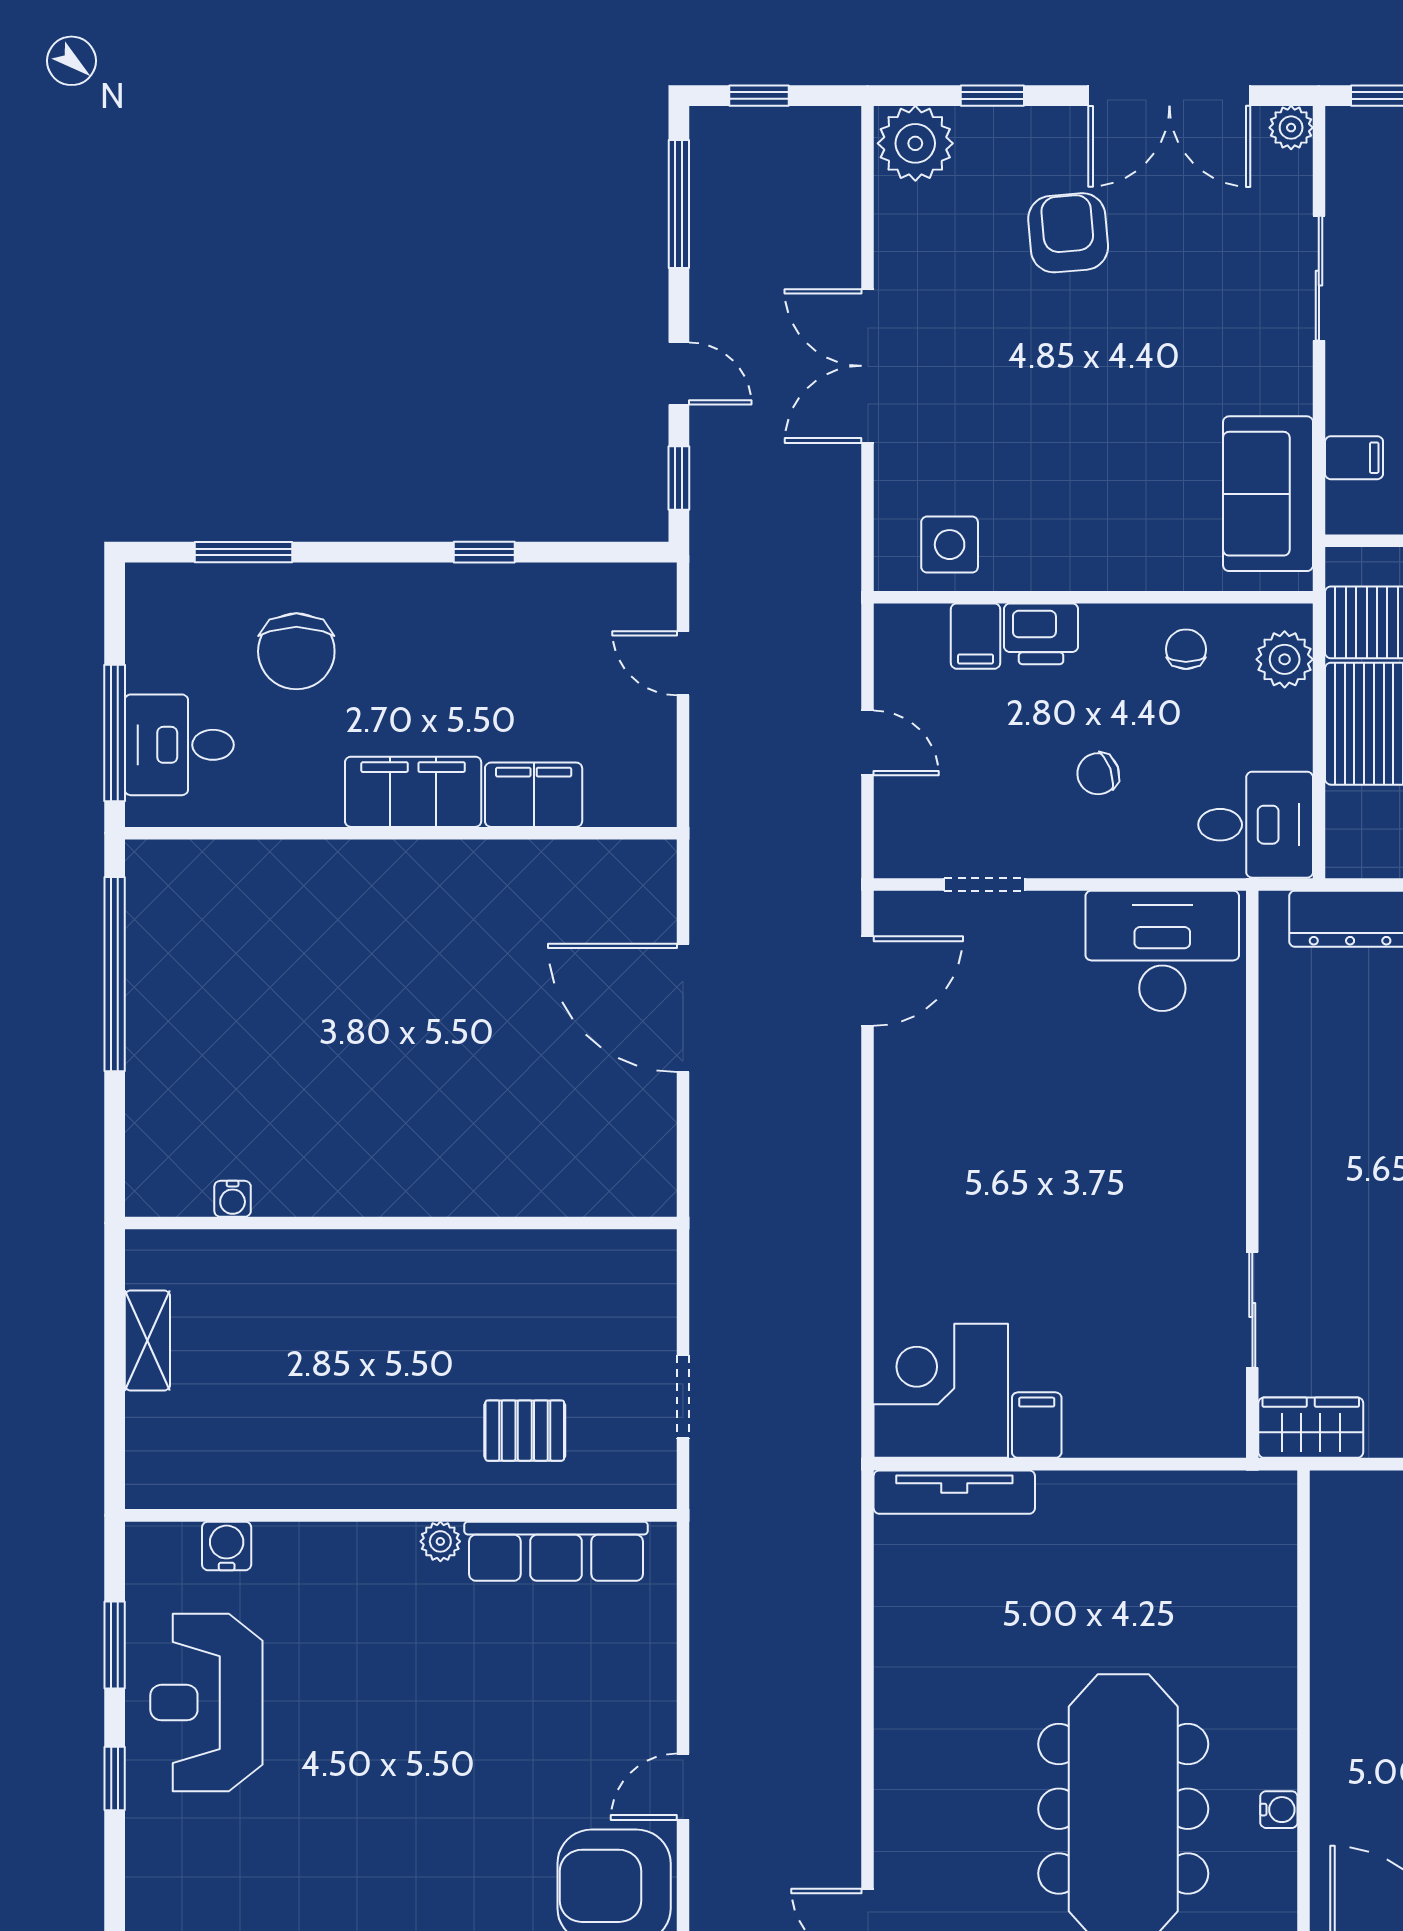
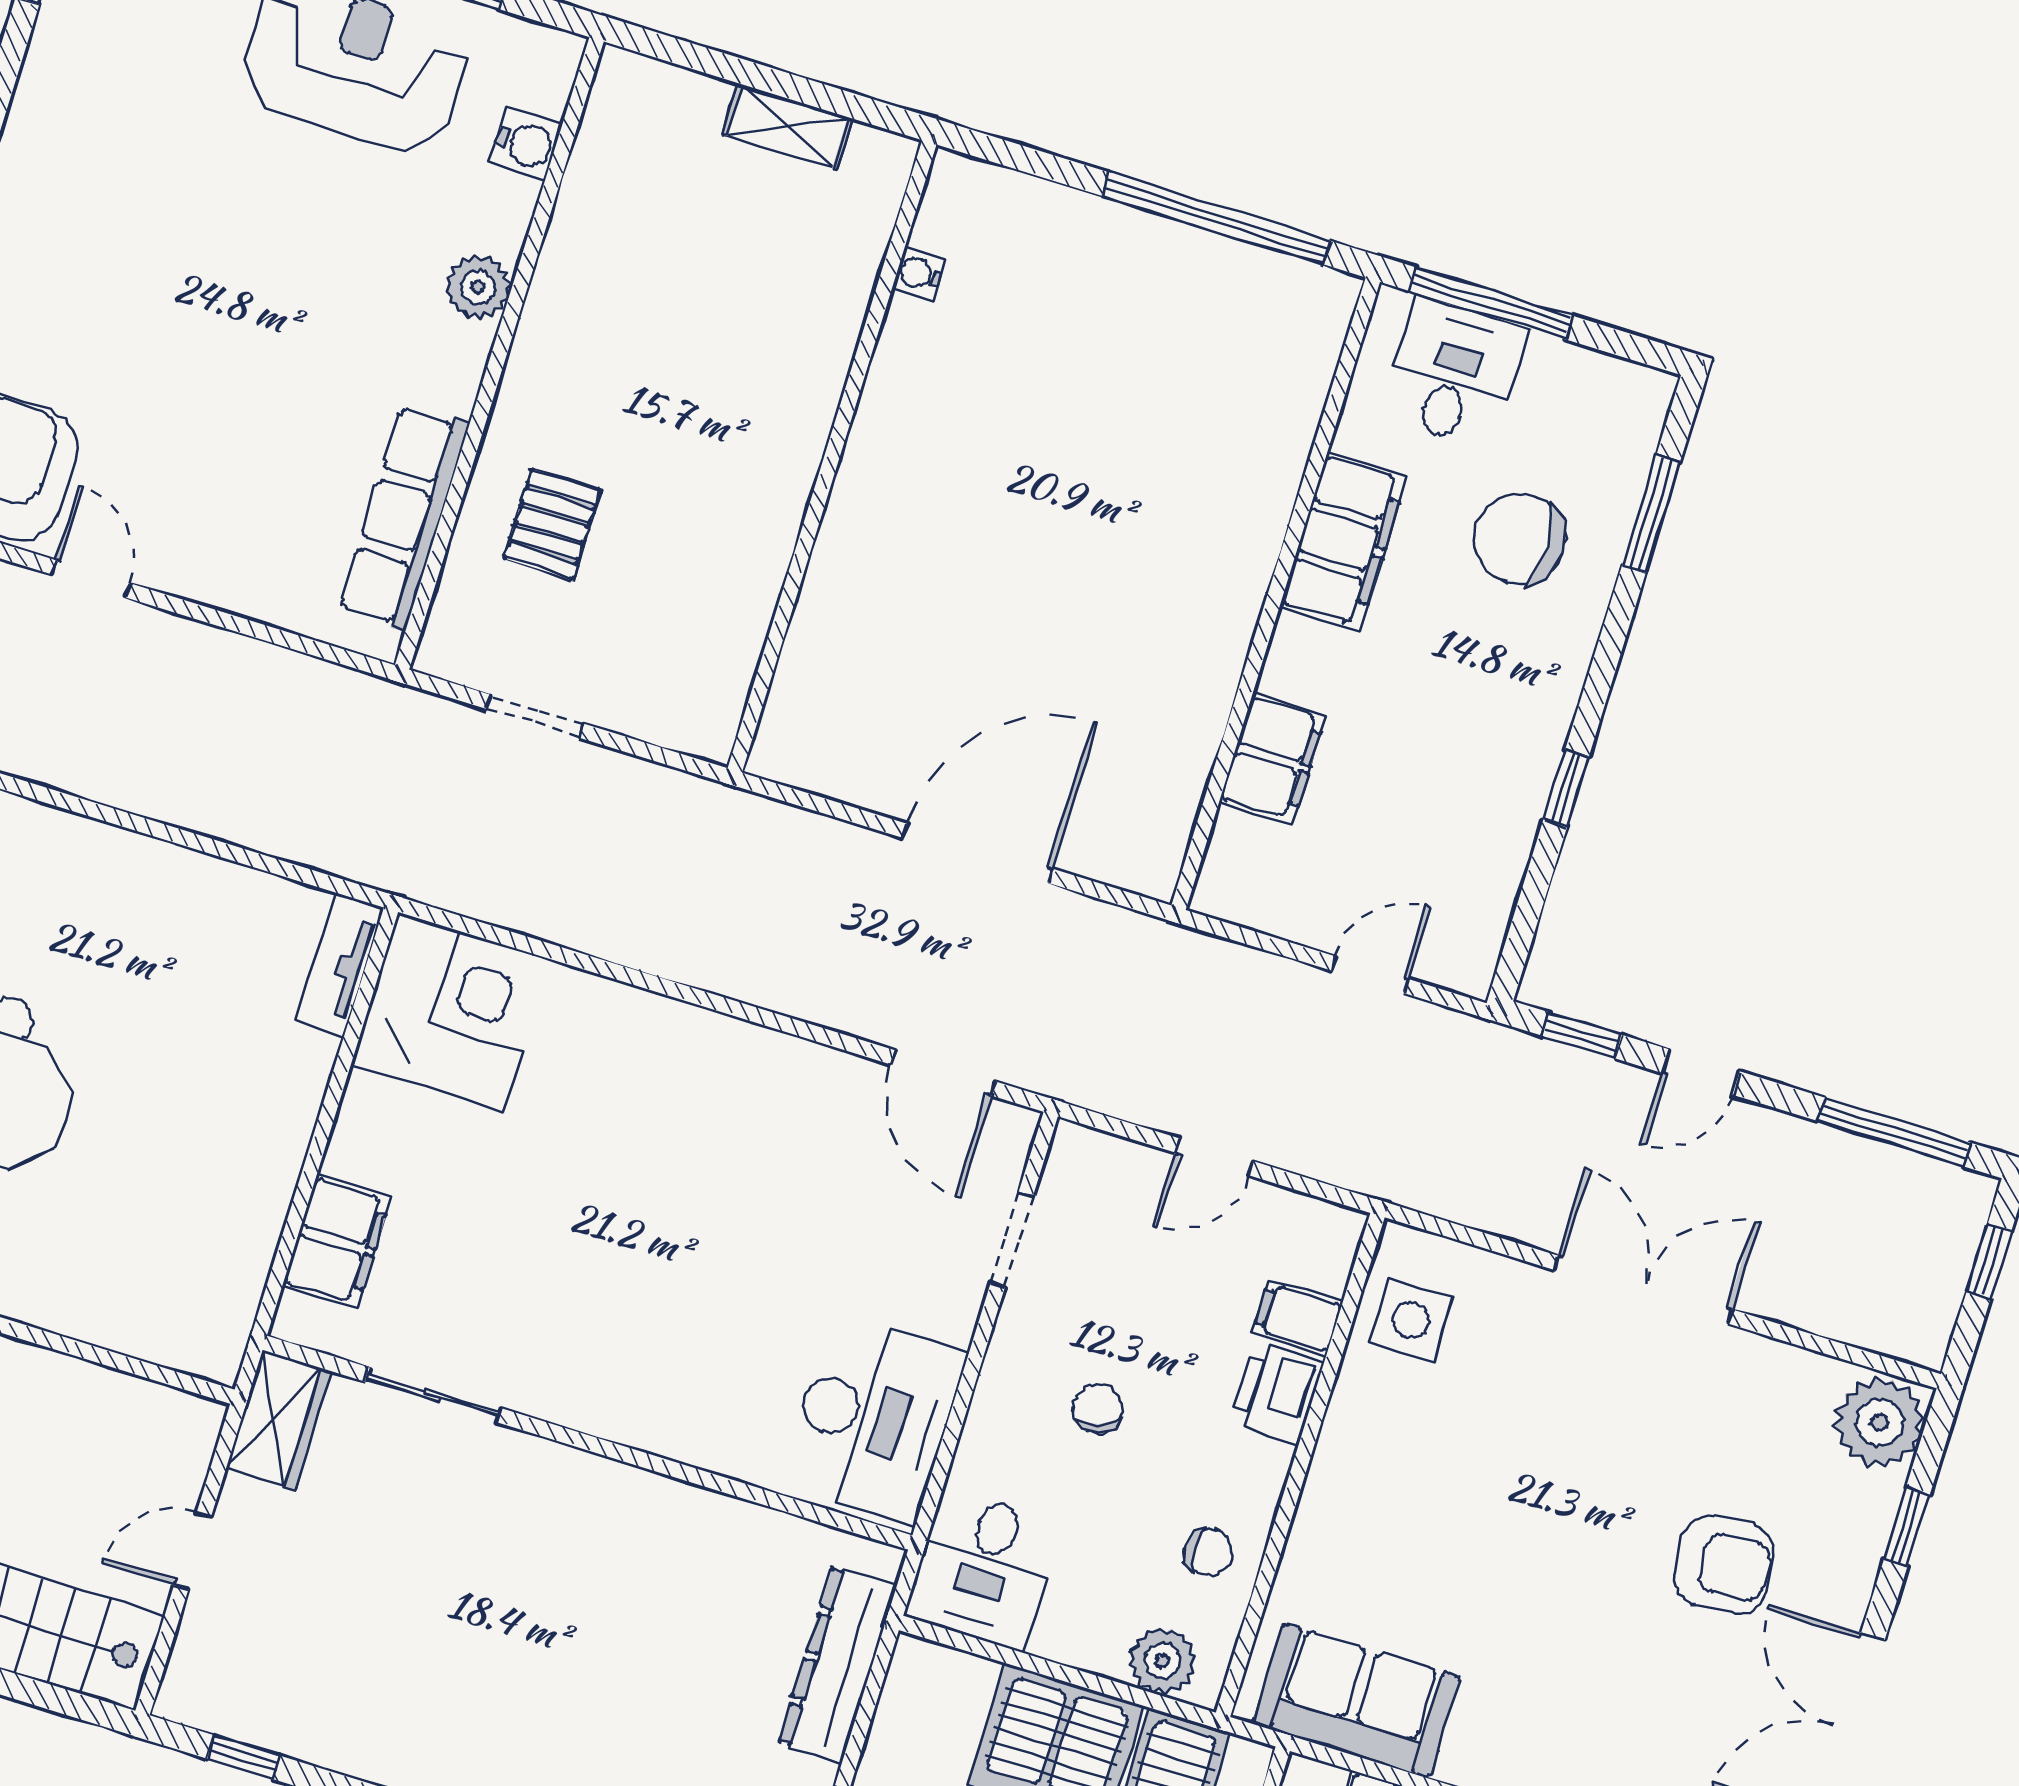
filing cabinet: (413, 792) -> (1344, 541), moved
filing cabinet: (1037, 1425) -> (337, 1241), moved, width x2.00
tv unit: (954, 1492) -> (339, 965), width x0.71
plant: (440, 1541) -> (478, 287), moved, width x1.38, depth x1.38

